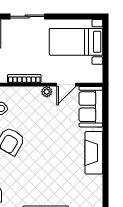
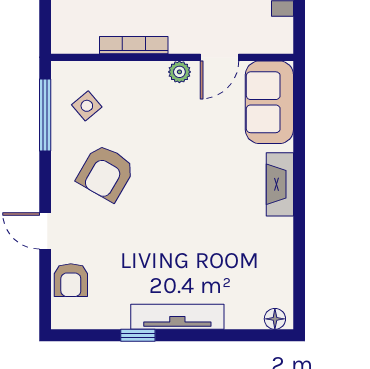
fireplace: (94, 153) -> (280, 184), width x0.73, depth x0.76

